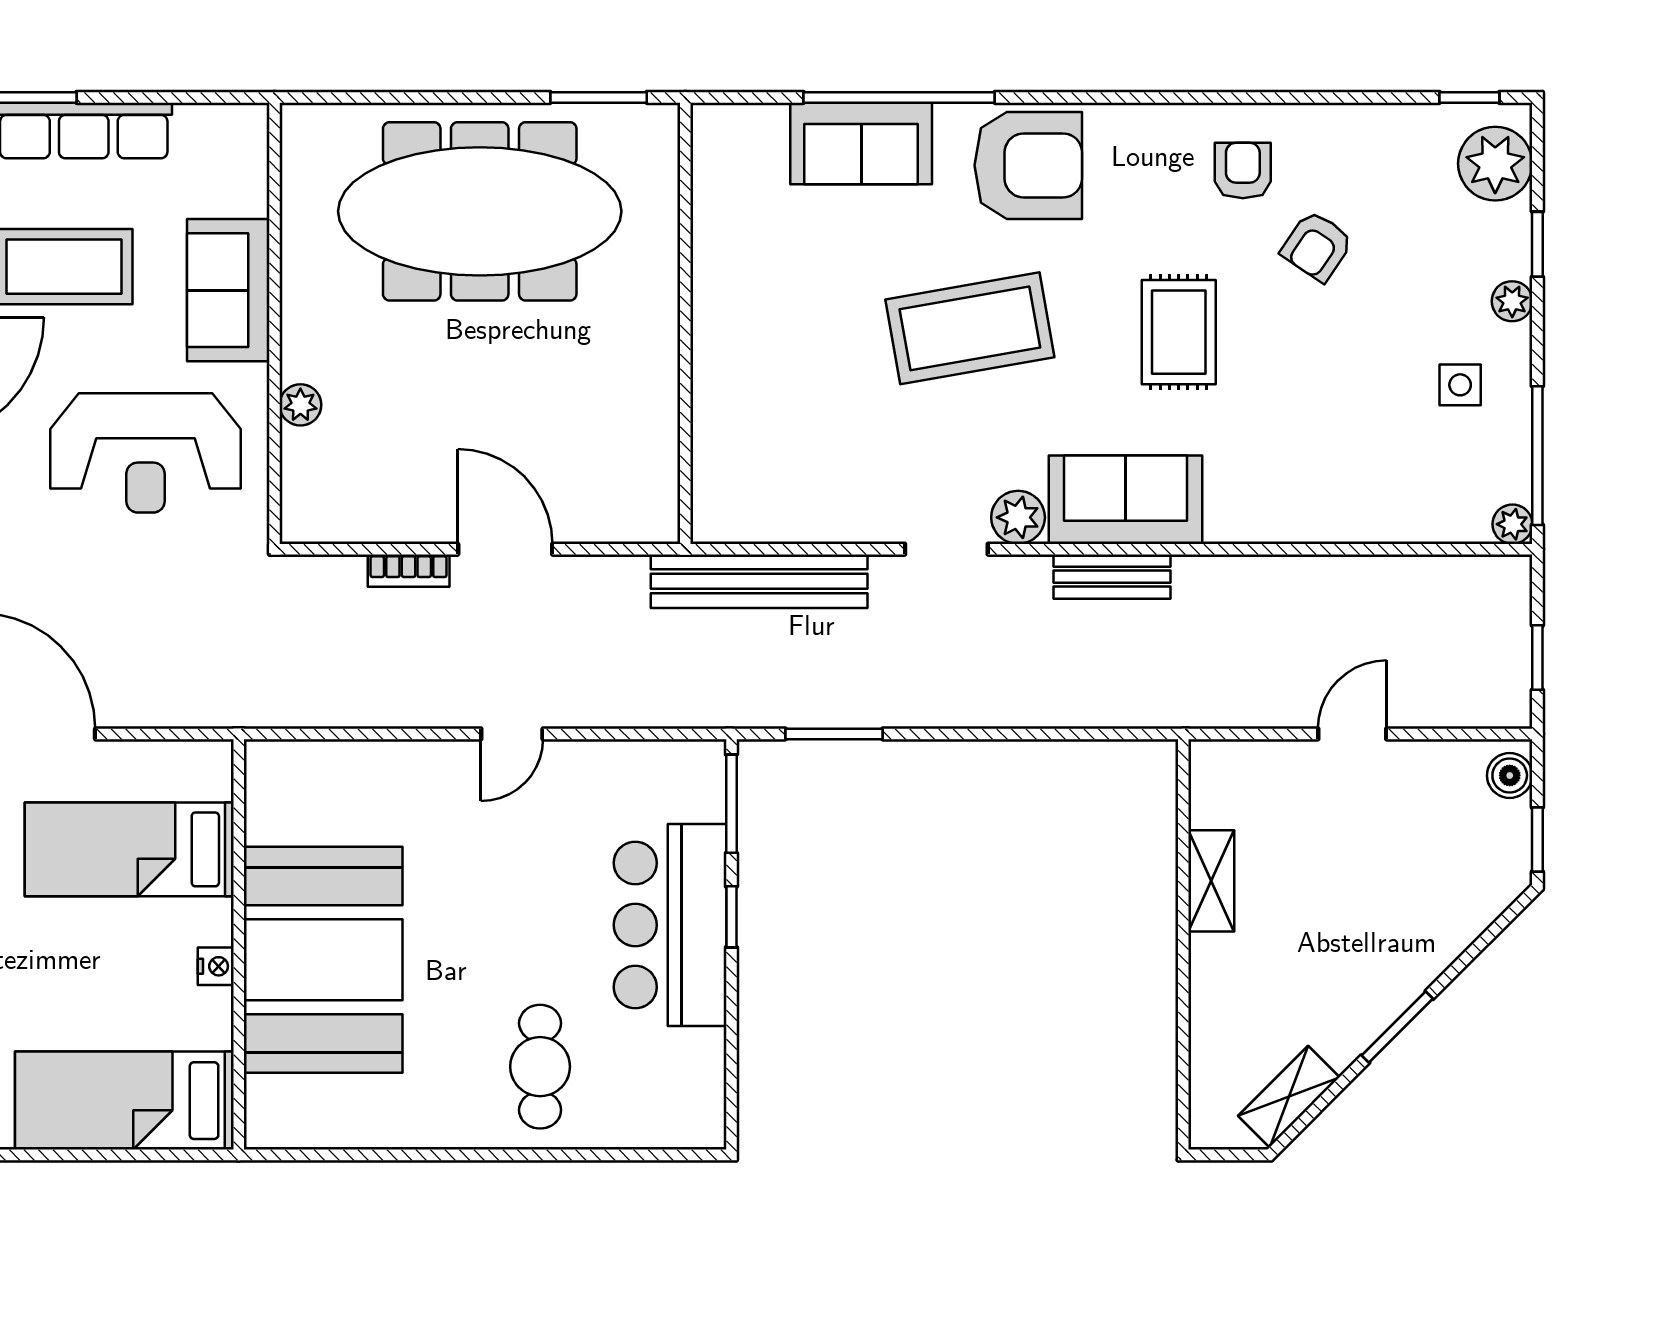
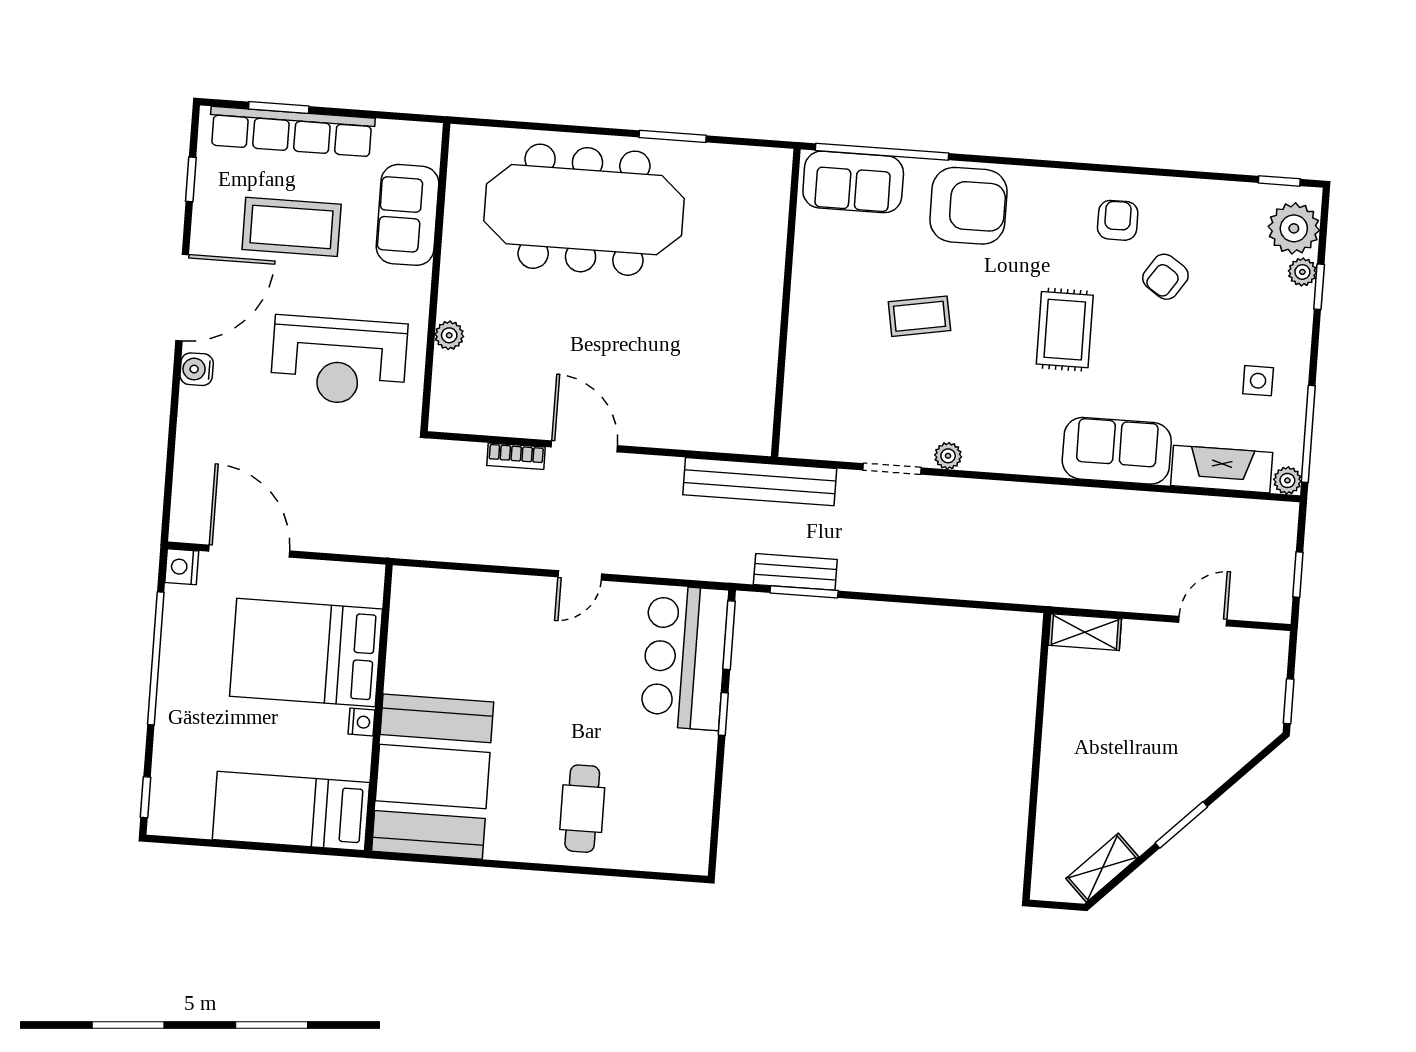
sofa: (228, 290) -> (407, 215), moved
plant: (1512, 301) -> (1302, 272), moved
wall: (685, 323) -> (786, 303), moved
coffee table: (970, 328) -> (919, 316), width x0.54, depth x0.58
sofa: (1125, 500) -> (1117, 451), moved
fireplace: (1417, 515) -> (1222, 469), added
plant: (1018, 517) -> (948, 456), width x0.73, depth x0.73
bench: (1112, 577) -> (795, 572), moved
door: (1352, 734) -> (1203, 621), moved
boiler: (1510, 775) -> (1273, 655), removed
bed: (129, 849) -> (306, 653), width x1.50
shelving: (1211, 881) -> (1085, 632), moved, turned 90
bar counter: (670, 925) -> (684, 657), moved
booth: (323, 960) -> (433, 777), moved

